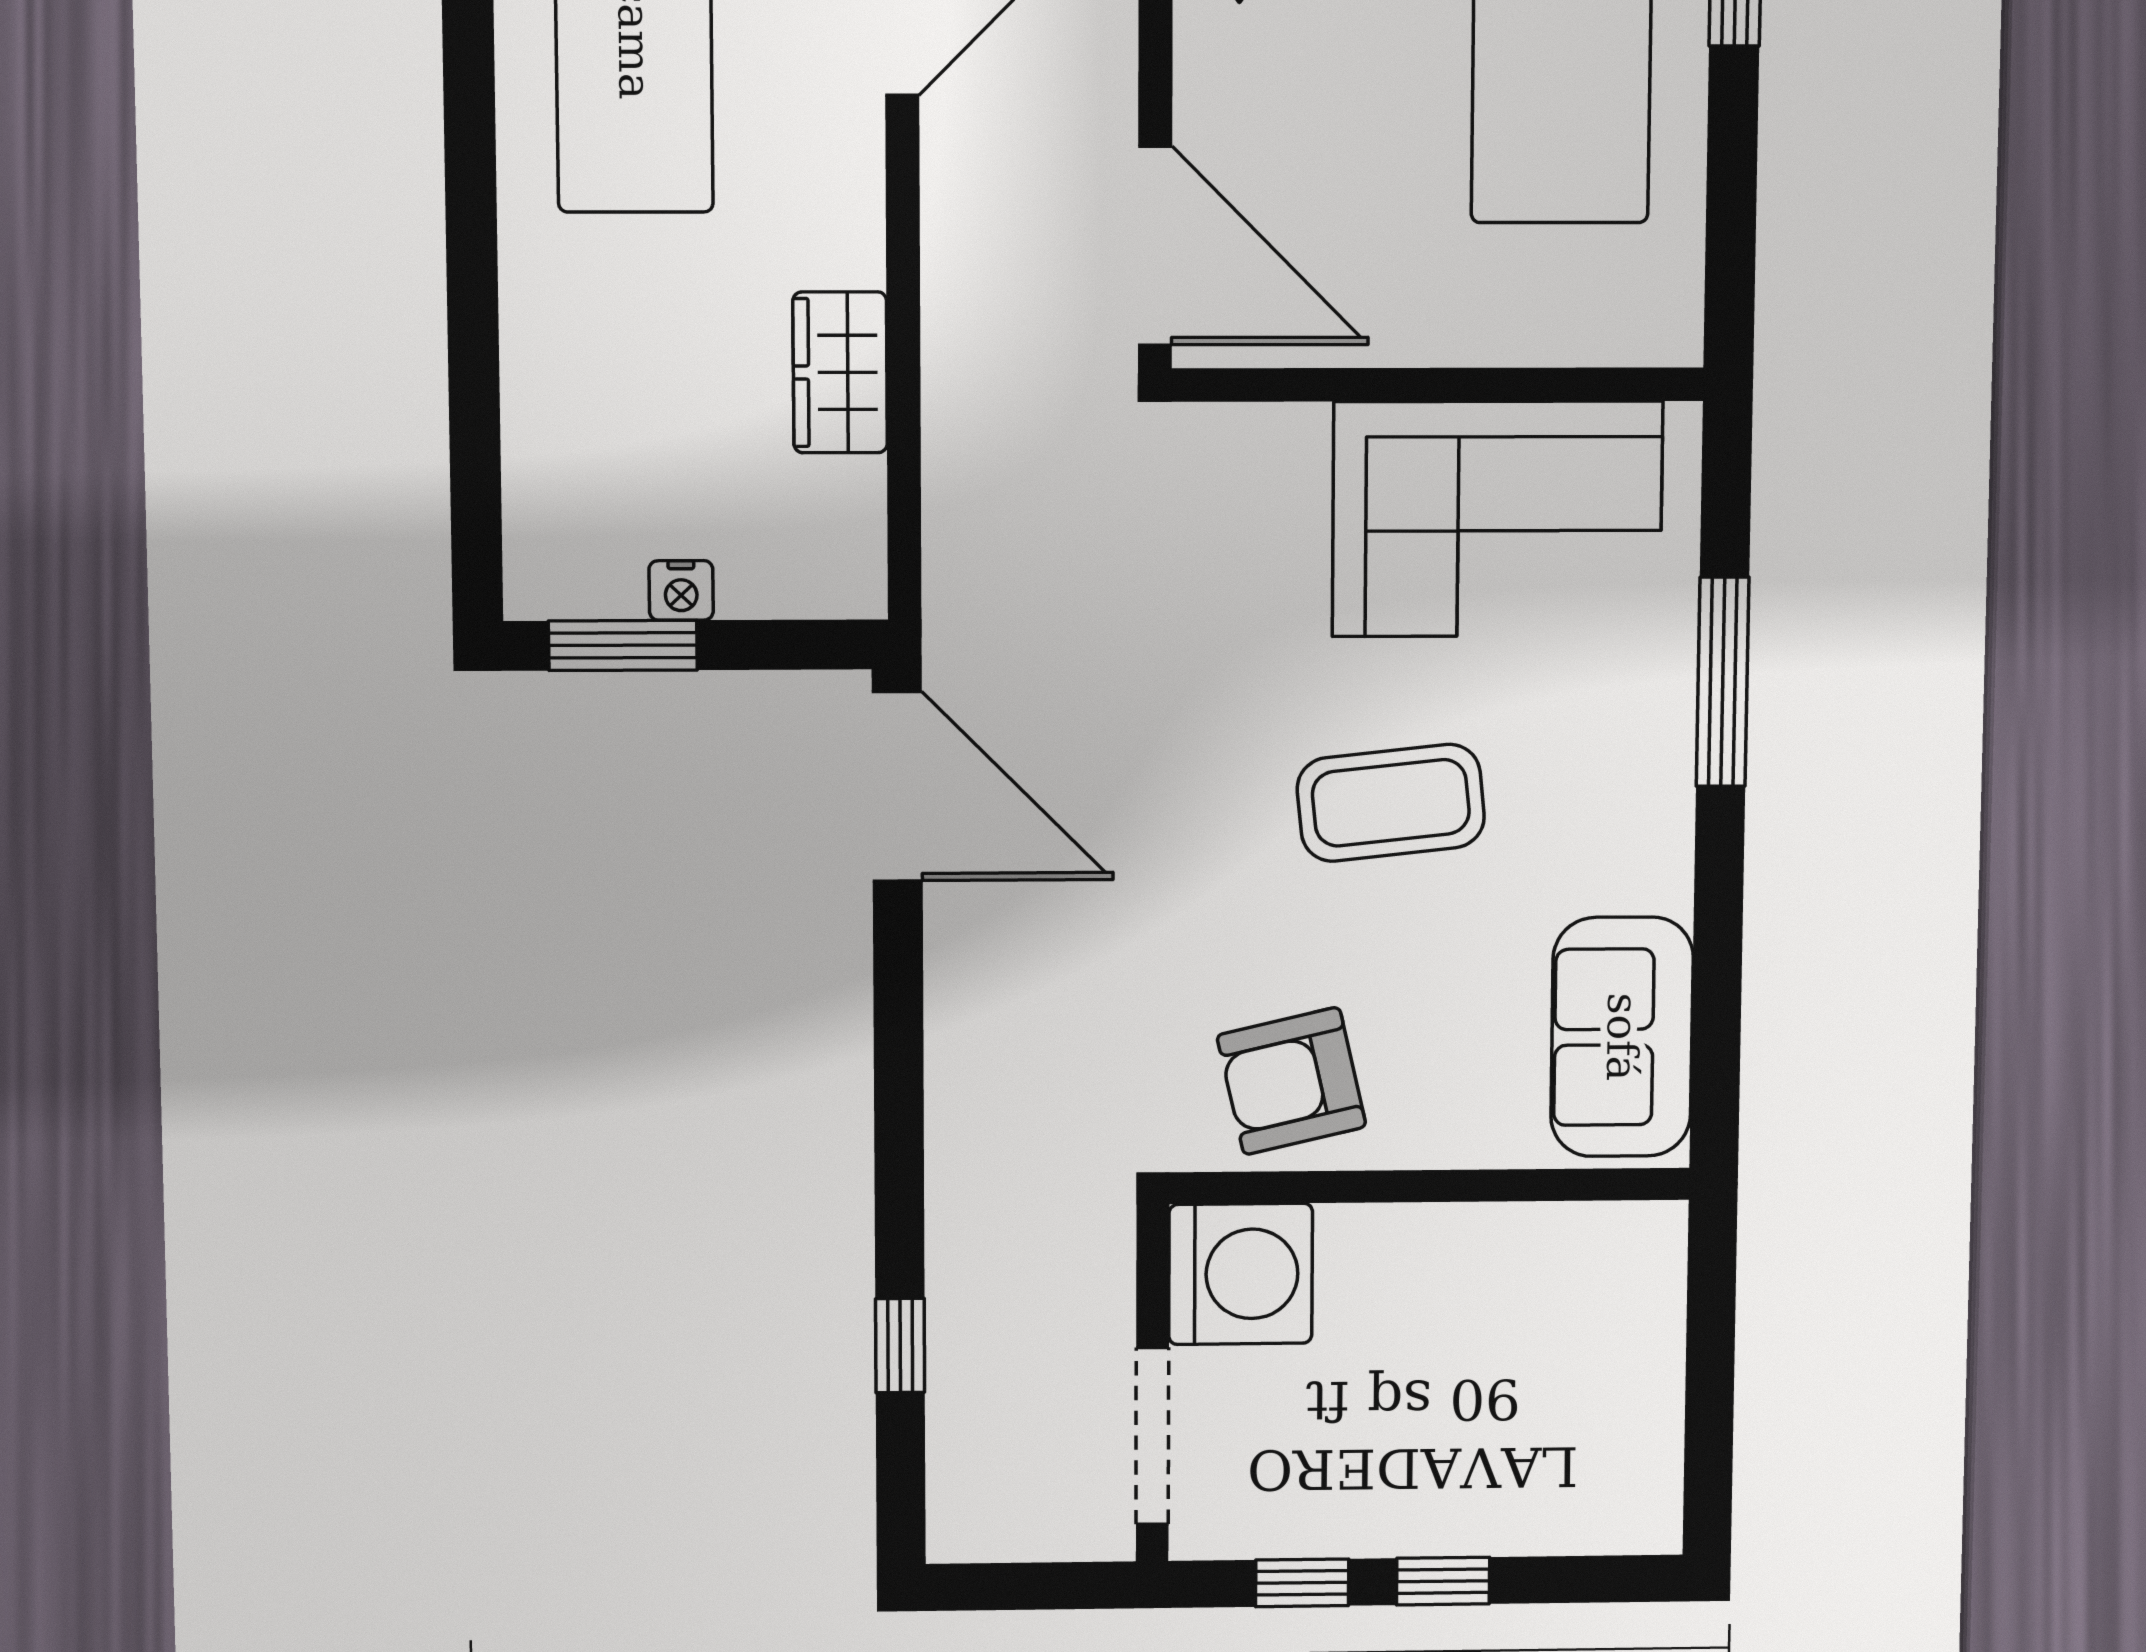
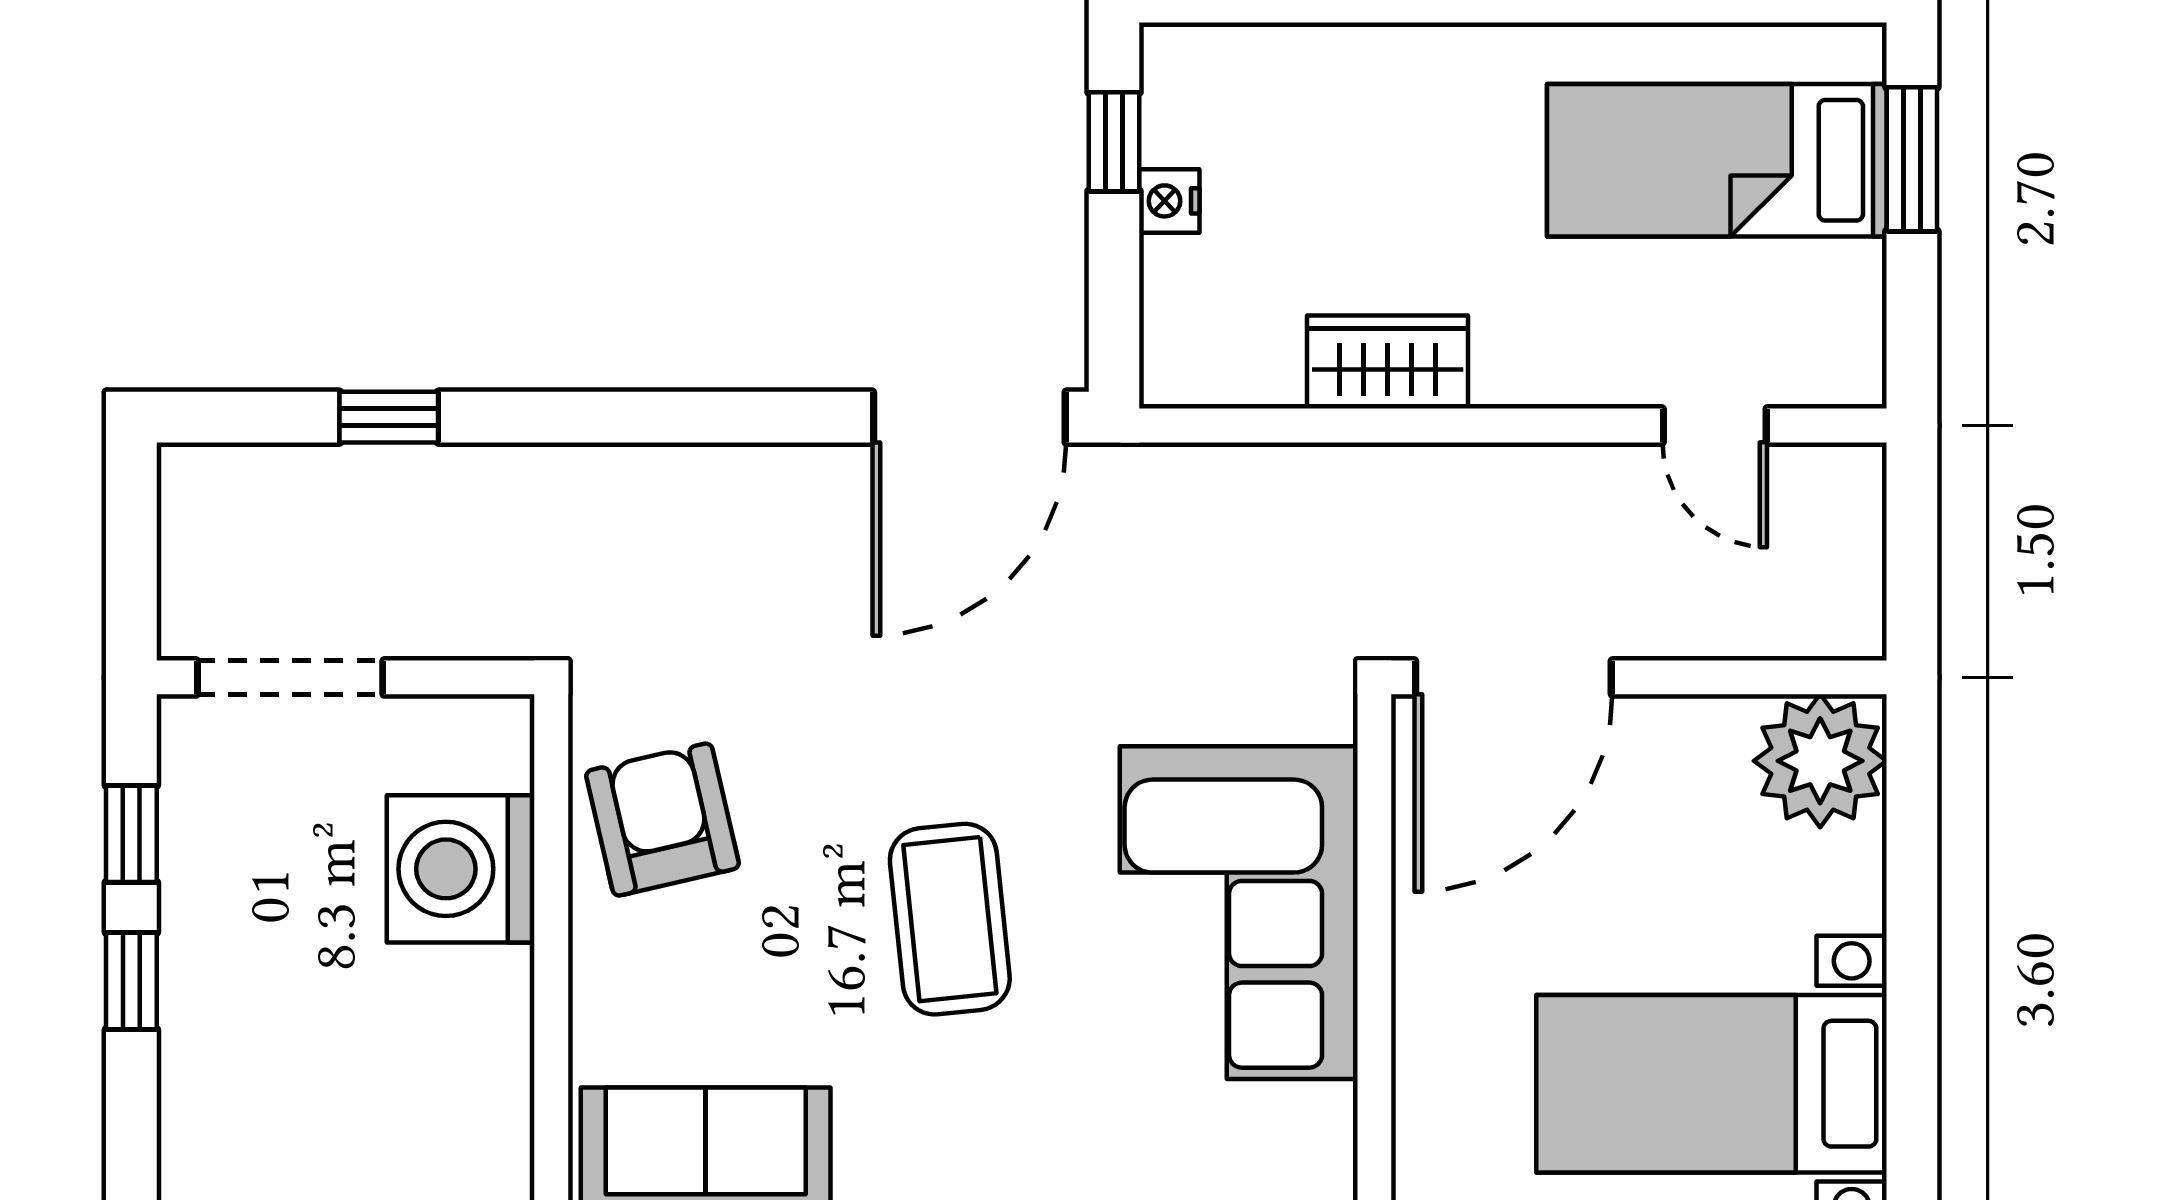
corner sofa: (1497, 519) -> (1239, 913), moved
window: (623, 645) -> (1114, 142), width x0.67
washing machine: (1241, 1274) -> (461, 869), moved, turned 90

